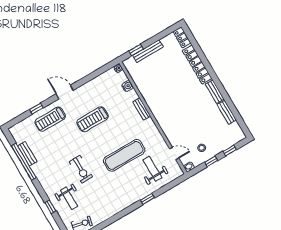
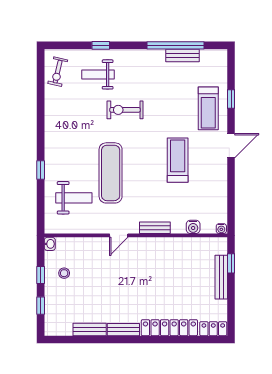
treadmill: (50, 119) -> (208, 108), turned 180
door: (174, 154) -> (119, 235), moved

